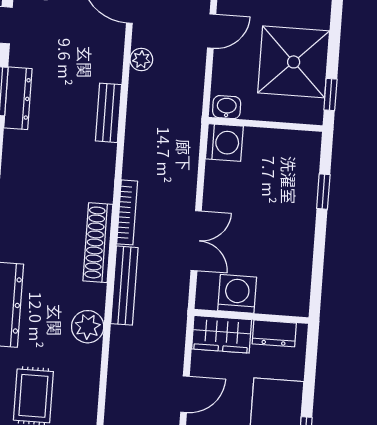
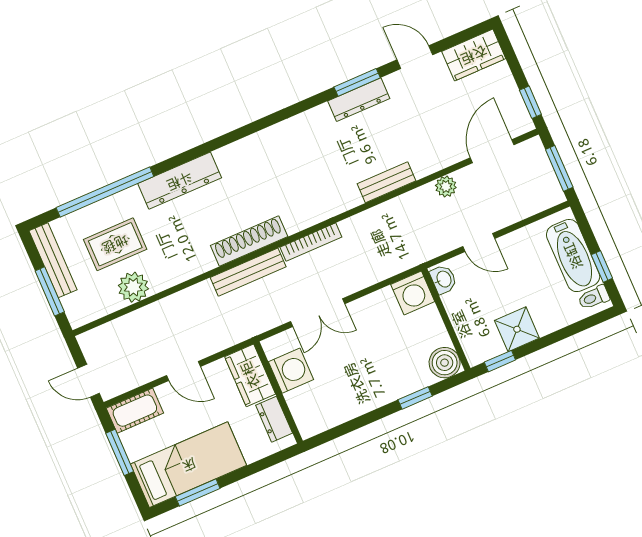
door: (212, 31) -> (479, 243), moved
shower: (294, 62) -> (517, 329), width x0.54, depth x0.54
boiler: (305, 147) -> (445, 363), added
shoe rack: (98, 243) -> (249, 241), moved
plant: (88, 327) -> (133, 287), moved

